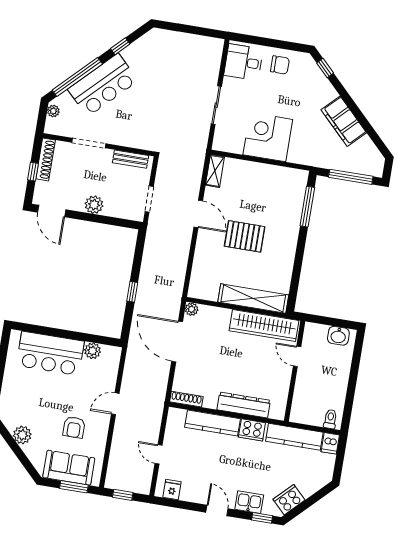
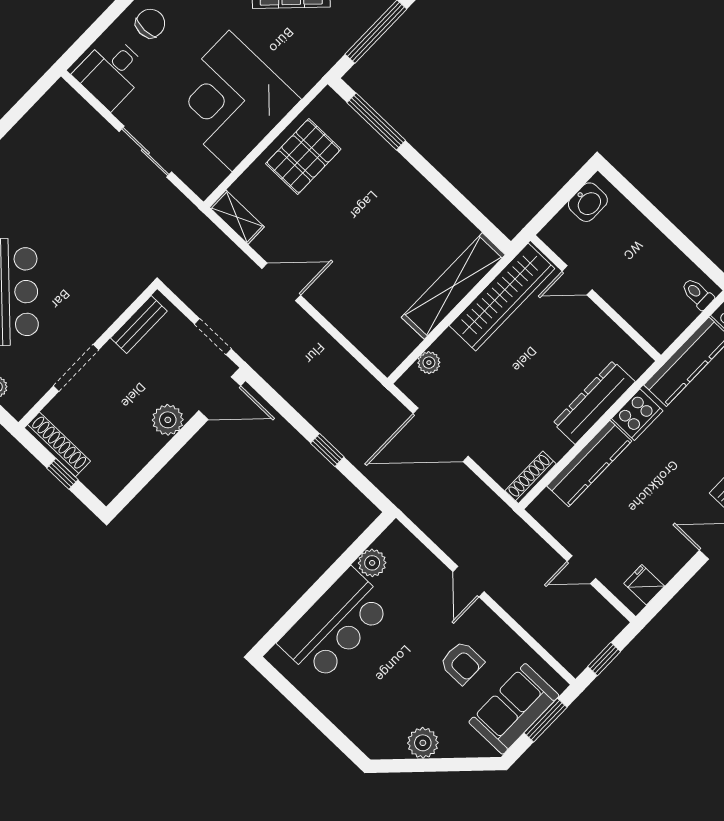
corner desk: (268, 137) -> (231, 101), width x1.36, depth x1.36
door: (52, 211) -> (220, 398), moved
pallet: (245, 236) -> (303, 156), moved
plant: (192, 309) -> (429, 363), moved

